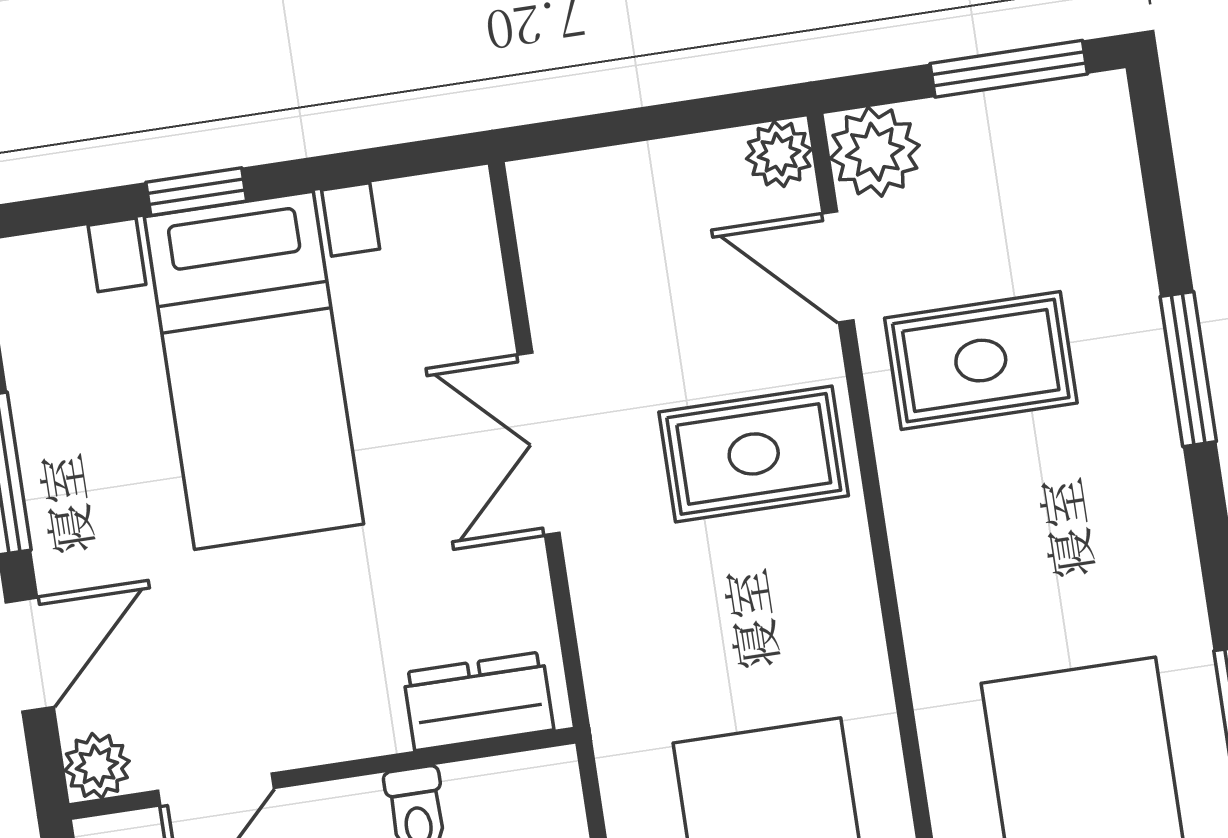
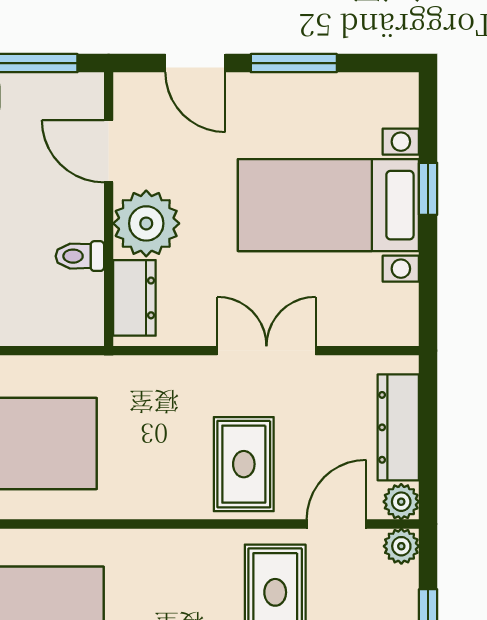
plant: (875, 152) -> (401, 546), width x0.73, depth x0.73
dresser: (643, 180) -> (398, 427), added
plant: (97, 766) -> (146, 223), moved, width x1.88, depth x1.88

